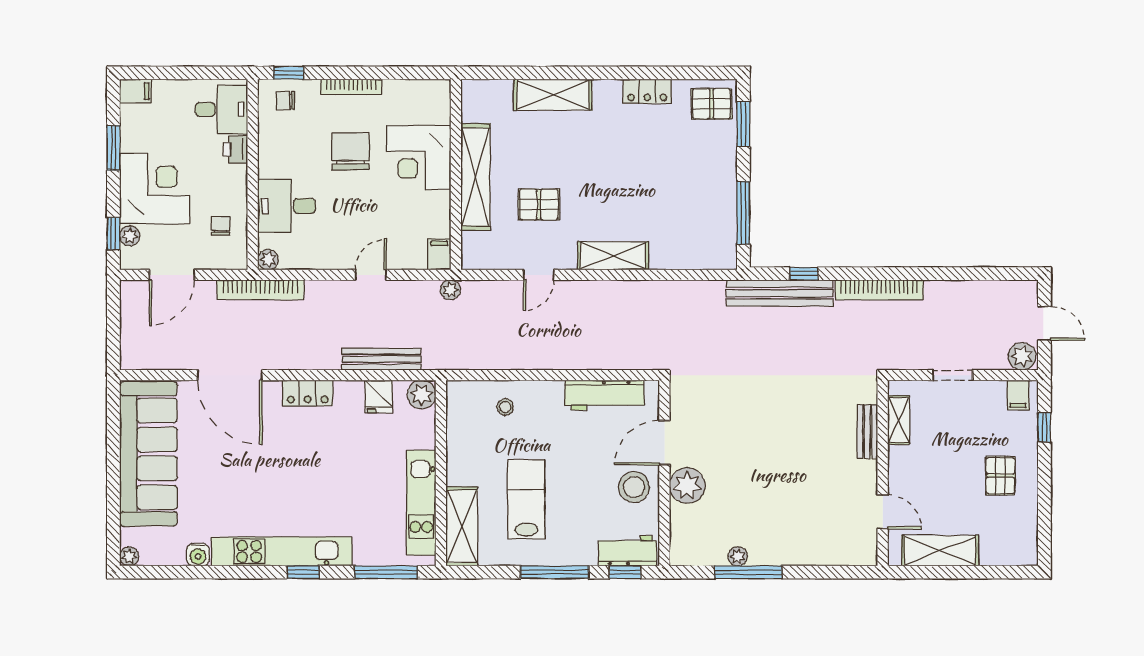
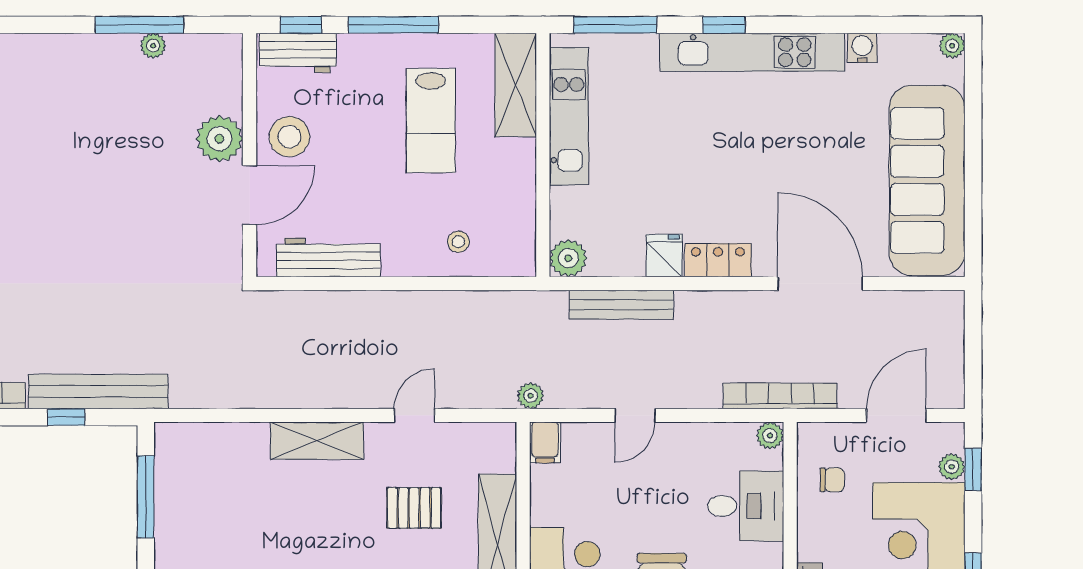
chair: (221, 226) -> (832, 480), turned -90
fridge: (379, 397) -> (664, 256), moved

